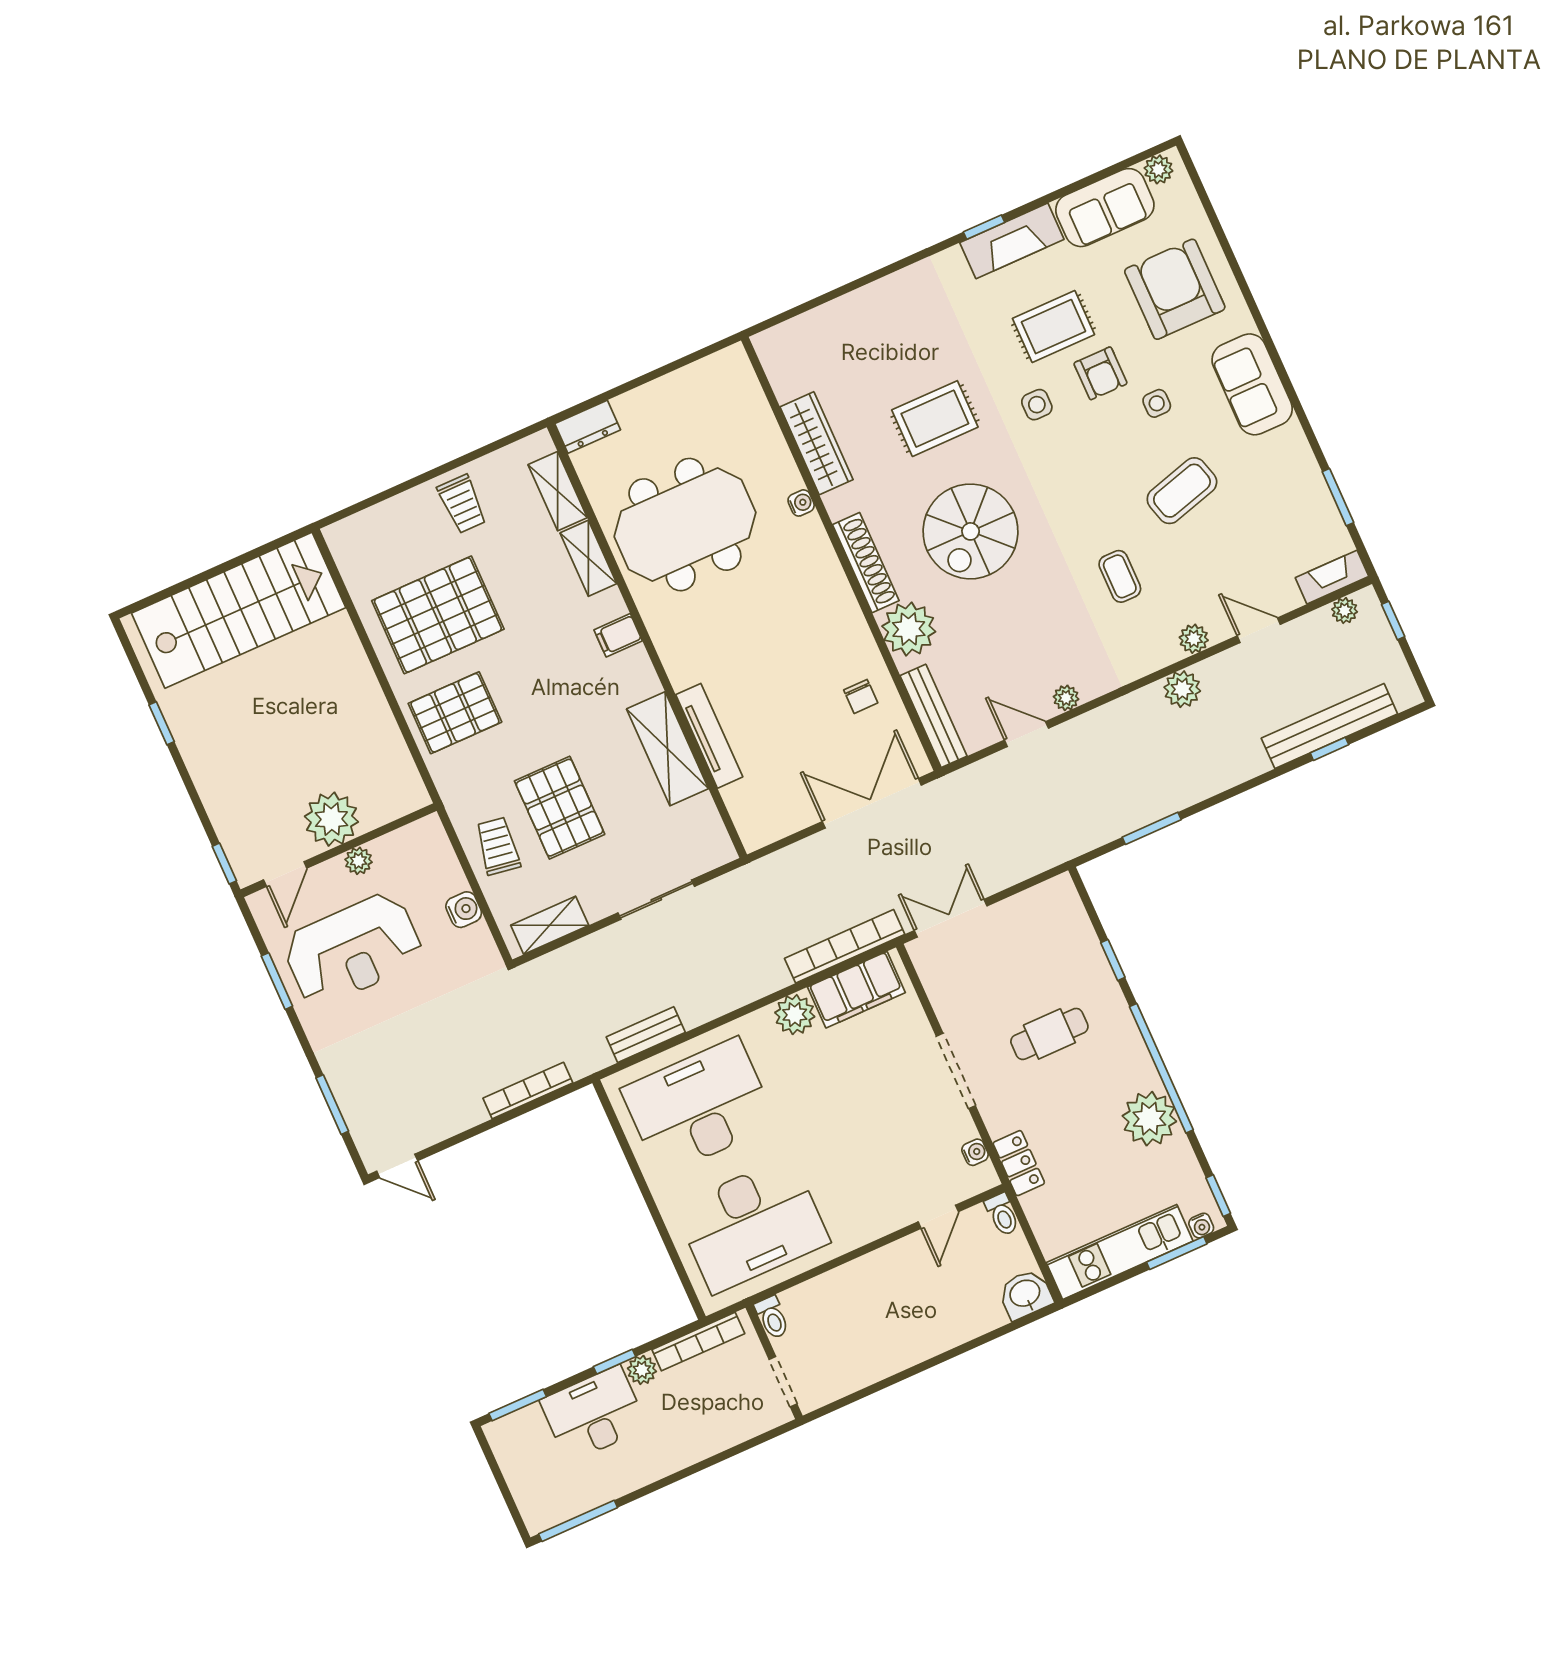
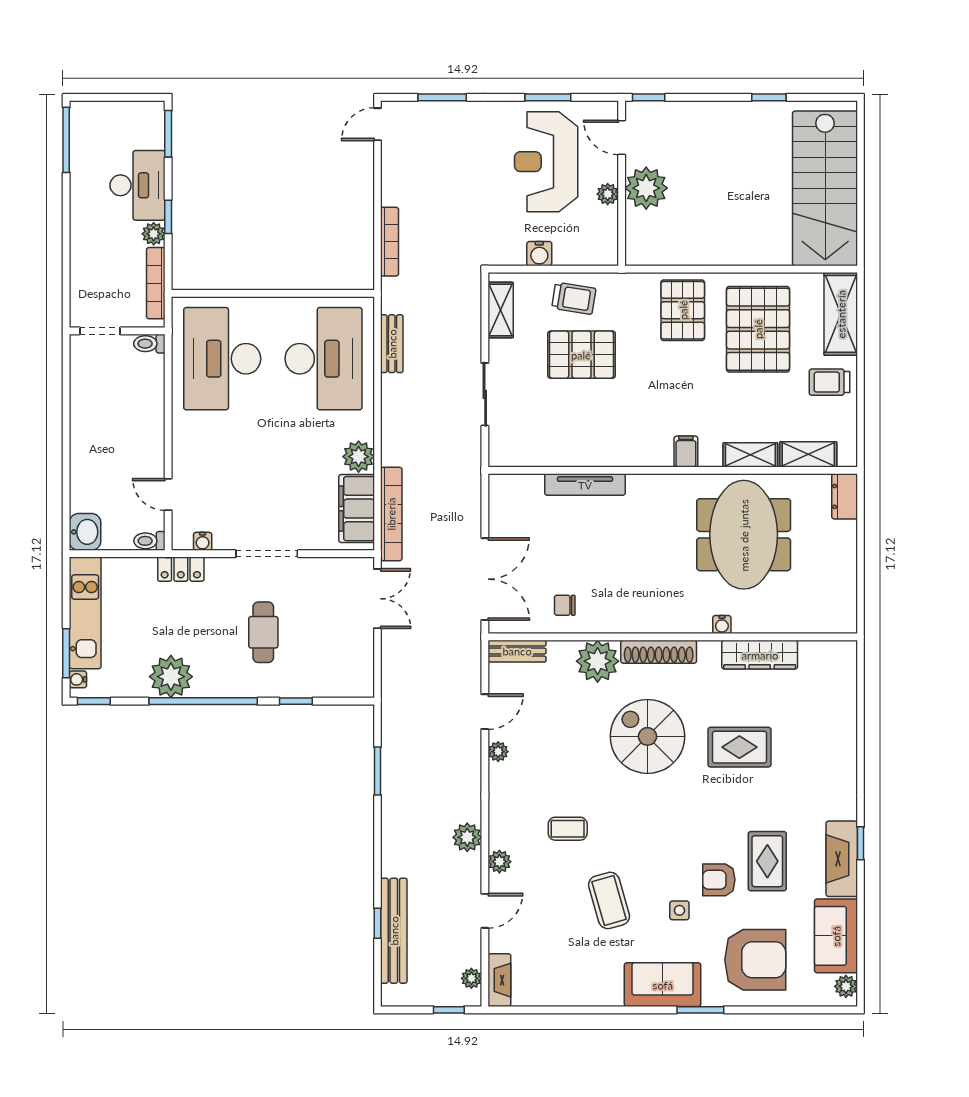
side table: (1037, 405) -> (717, 824), removed
rug: (935, 419) -> (739, 747), turned 90
window: (1338, 497) -> (700, 1010), moved
bench: (933, 716) -> (517, 651), width x0.73
shelving: (667, 749) -> (841, 314), moved, turned 90

